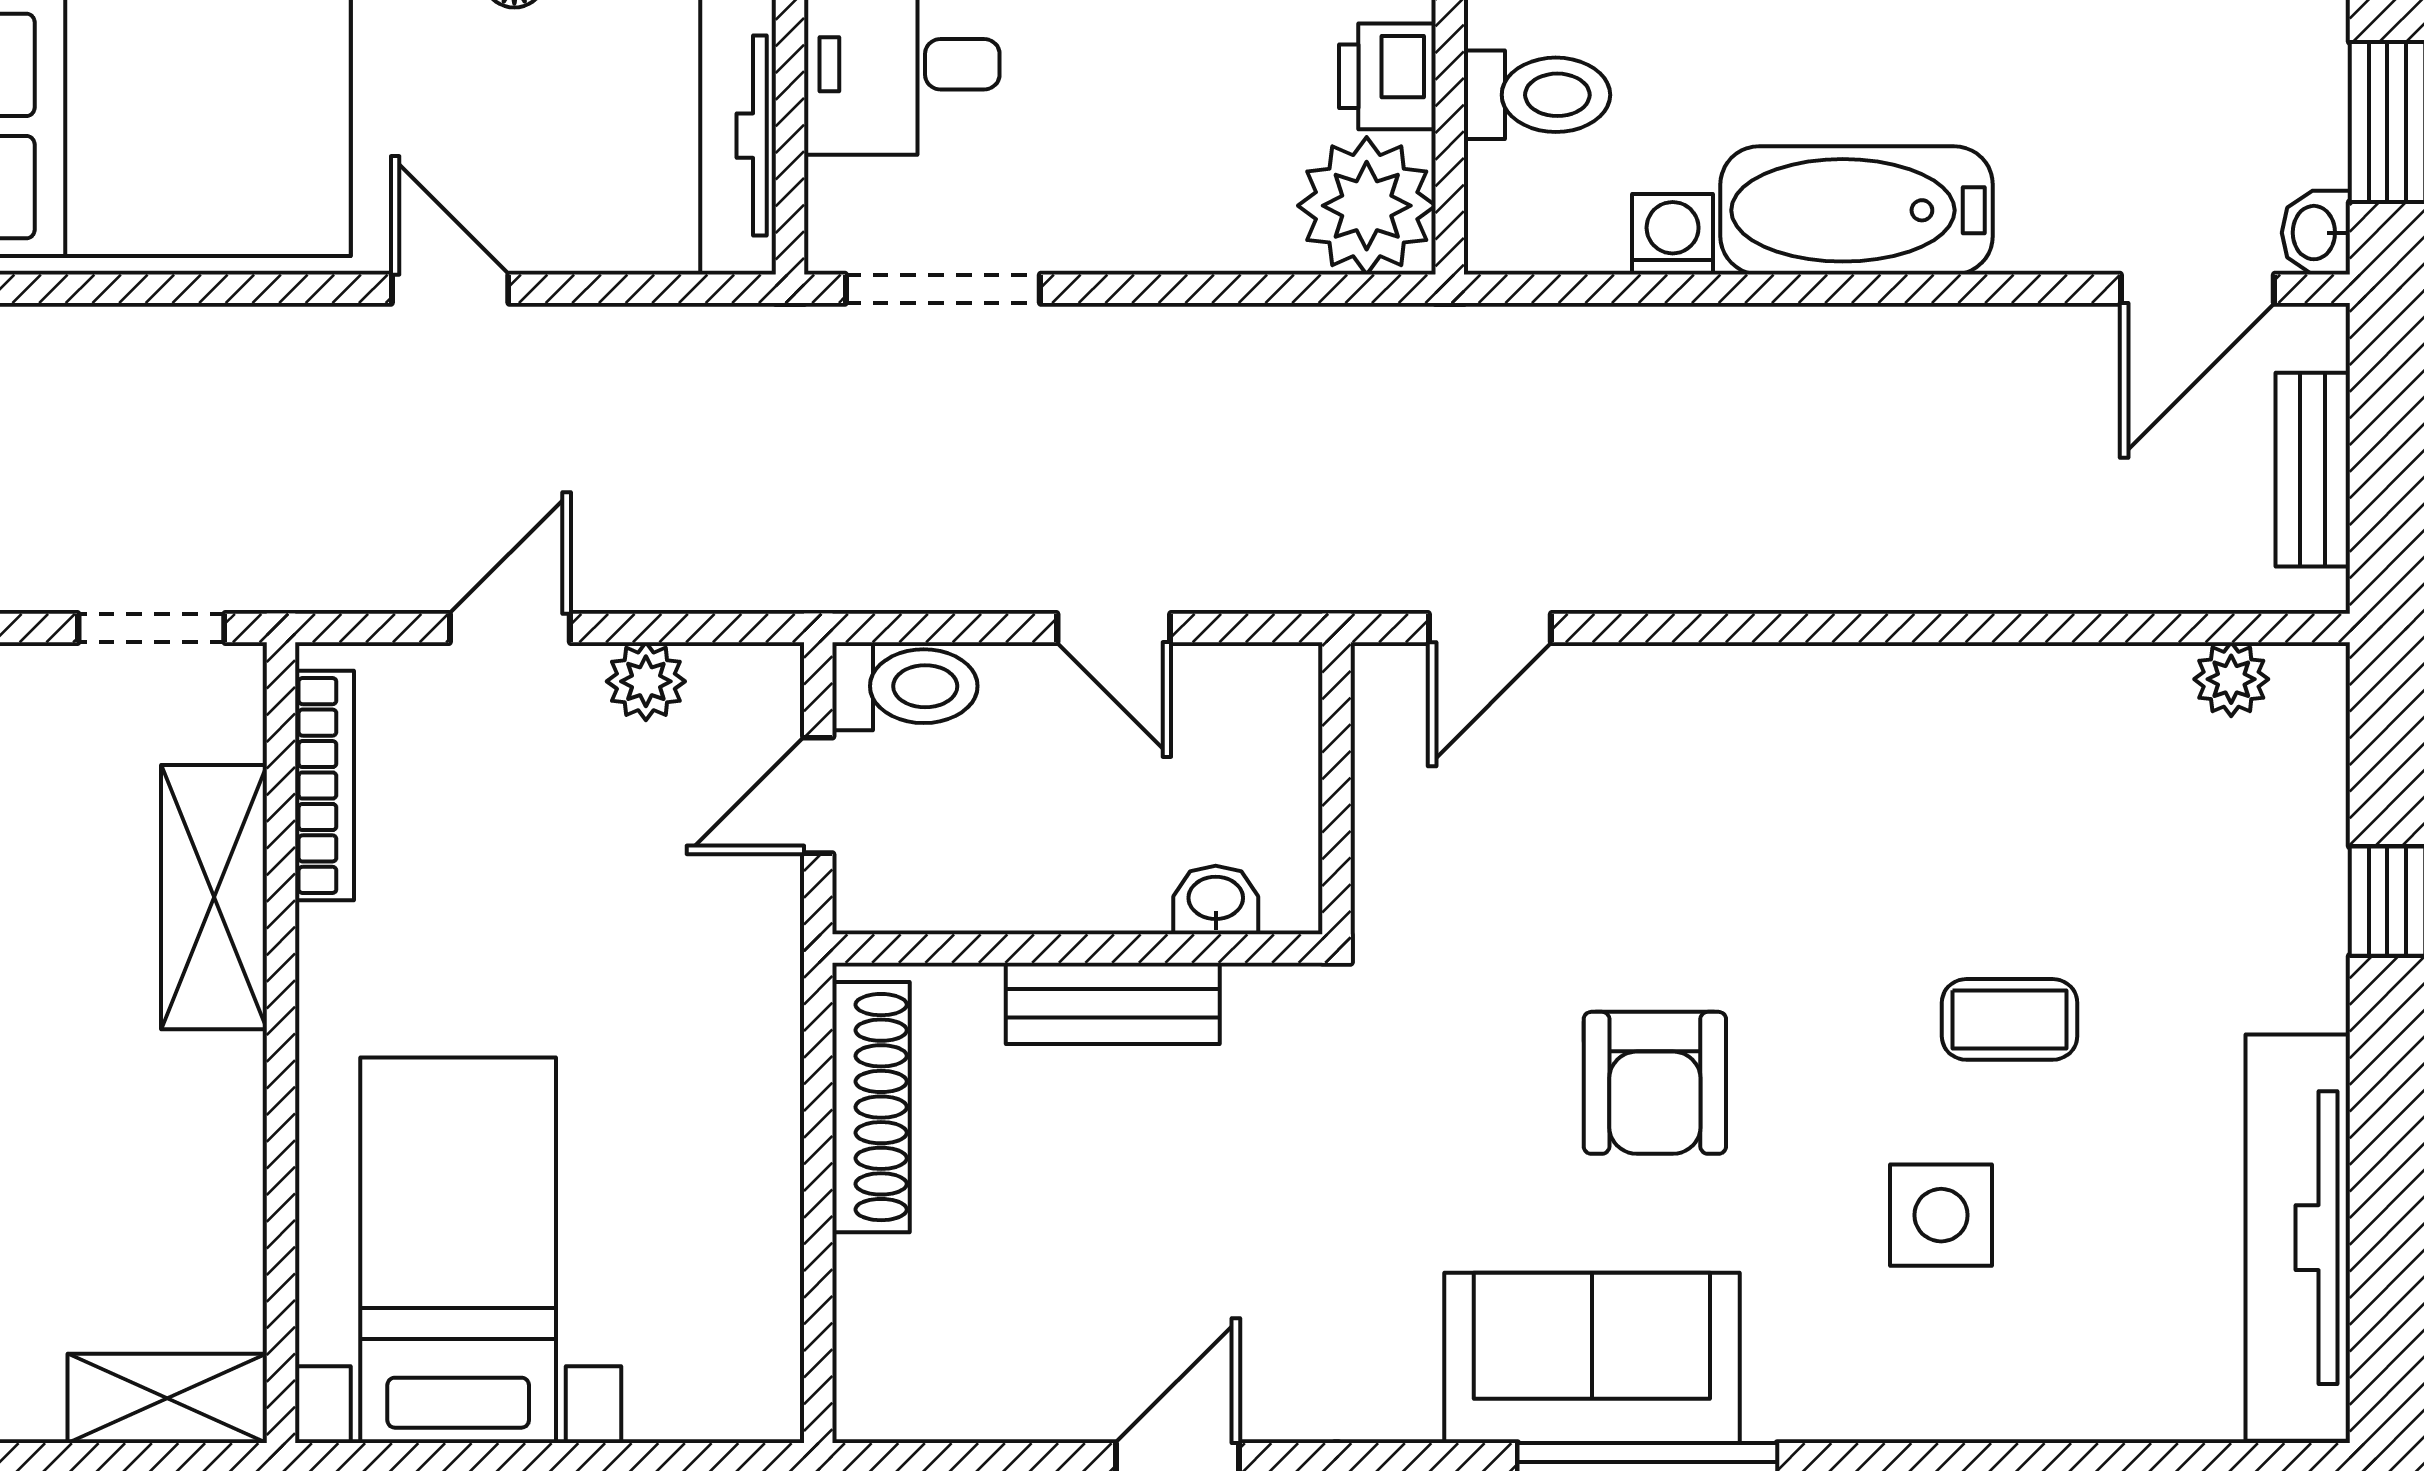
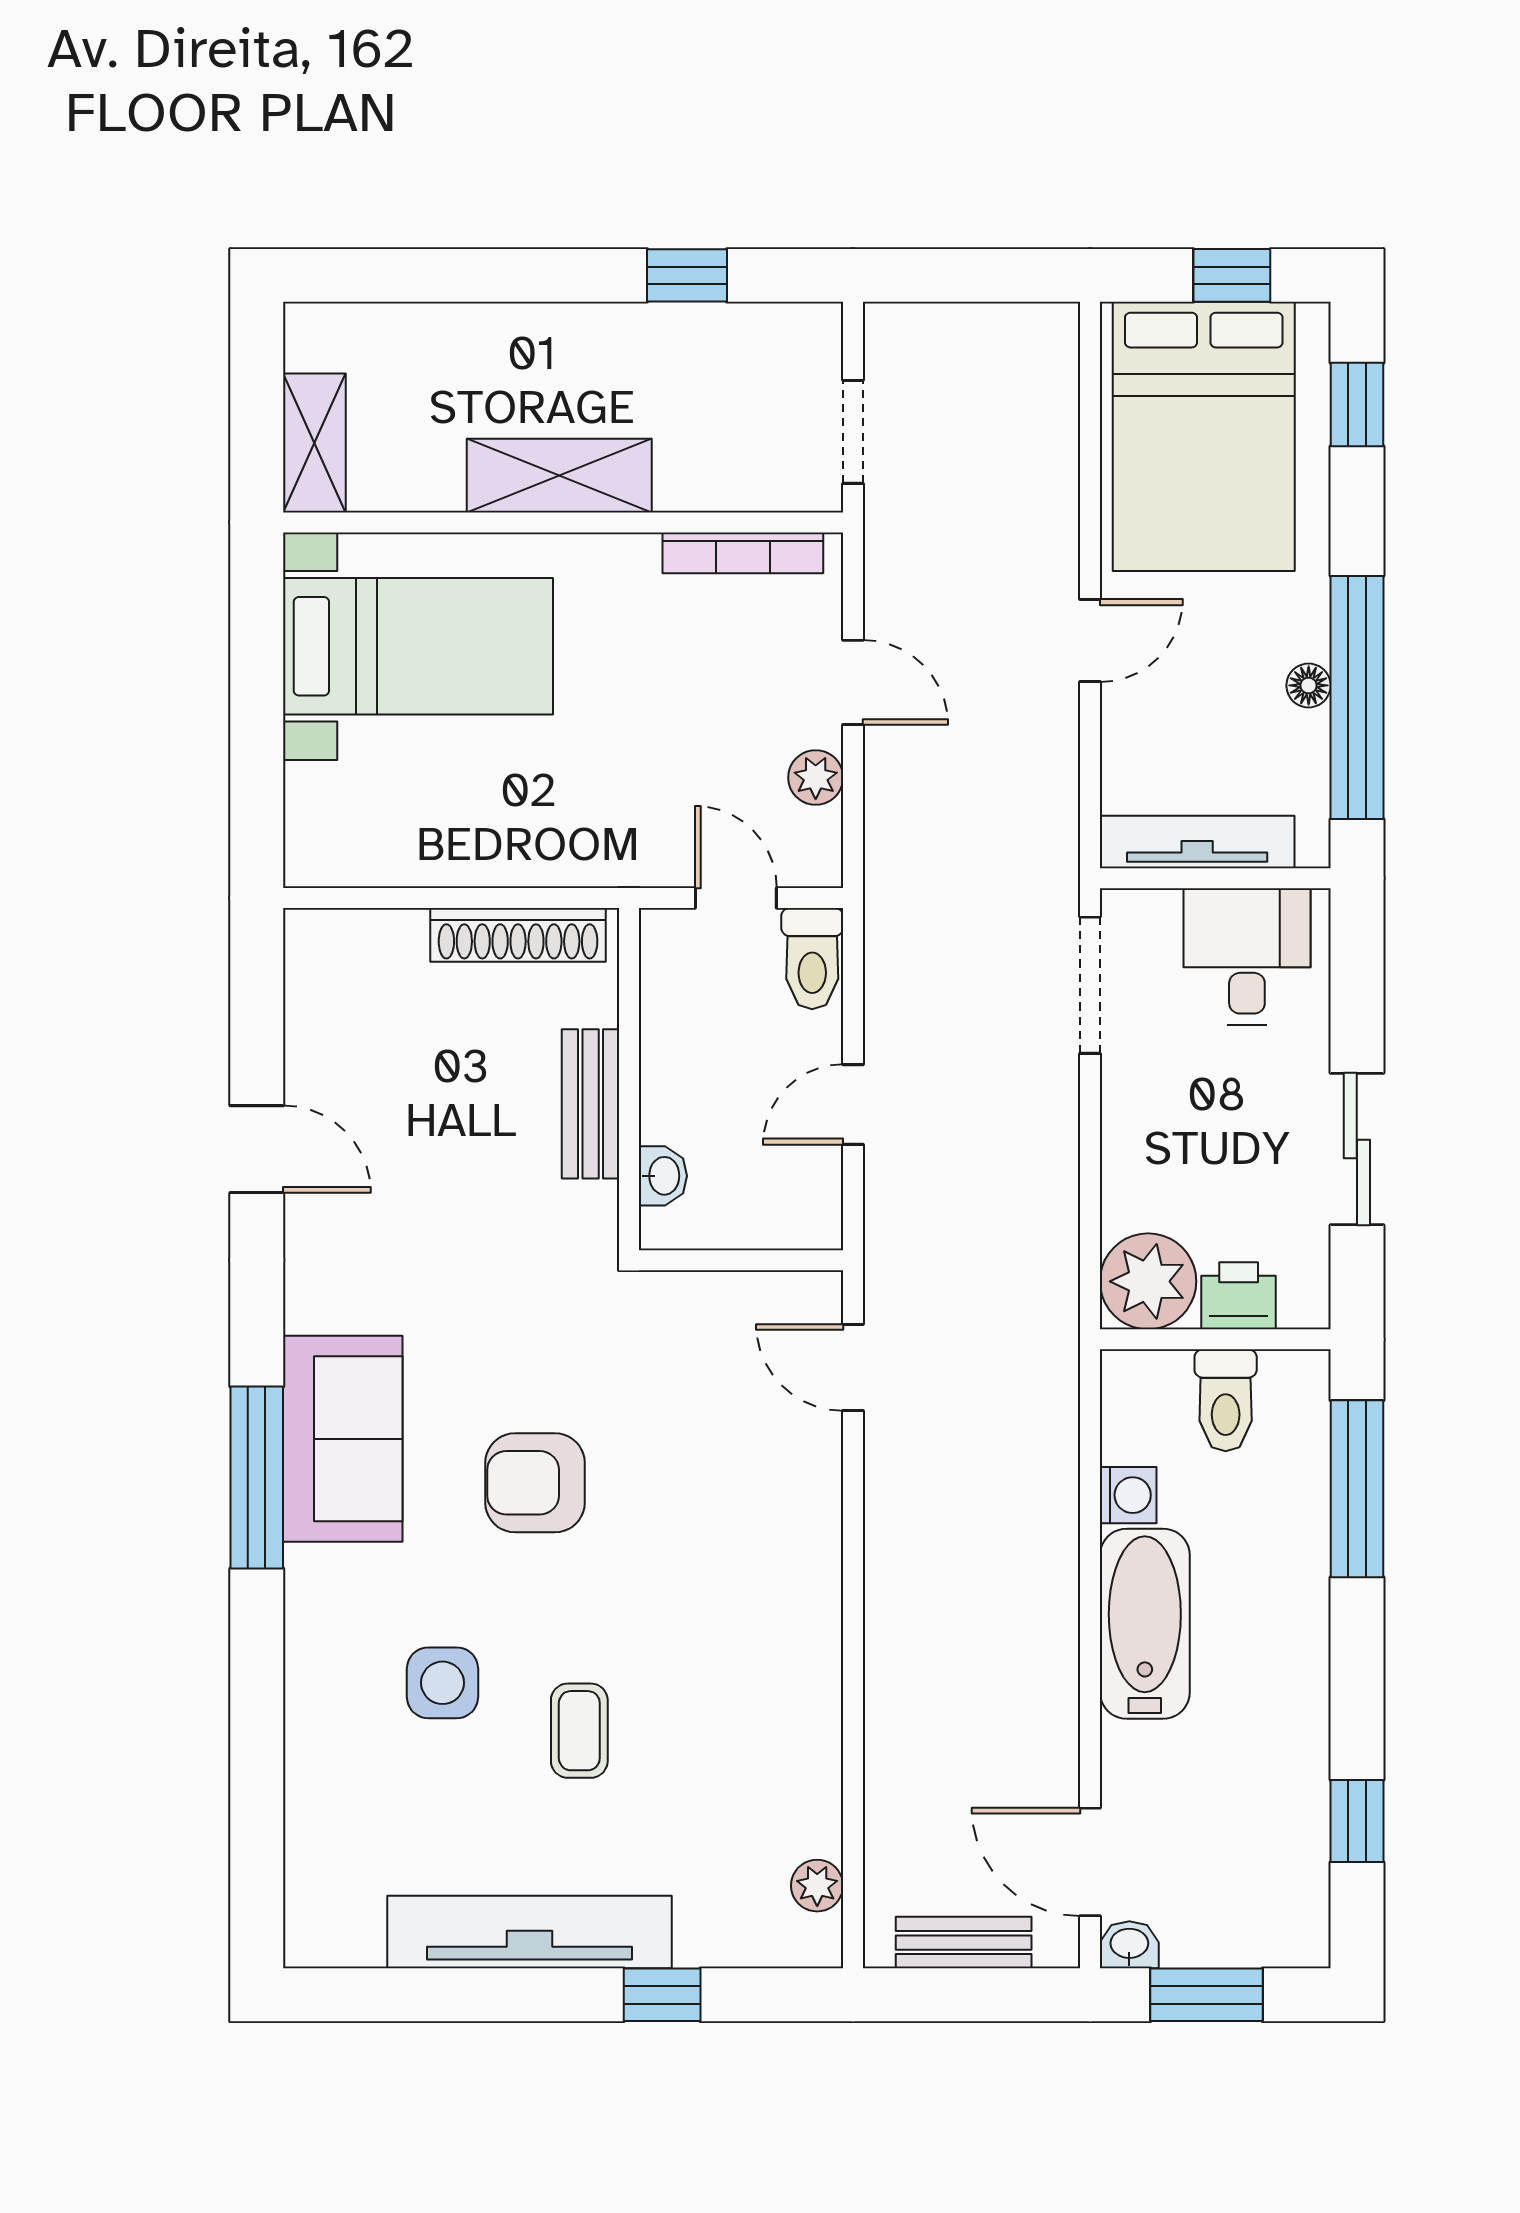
shelving: (214, 897) -> (559, 476), moved
tv unit: (2298, 1238) -> (529, 1932), moved

